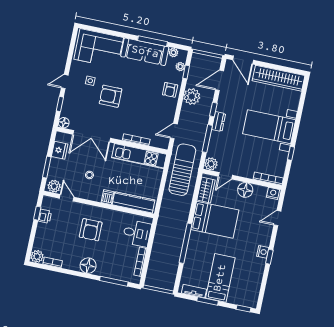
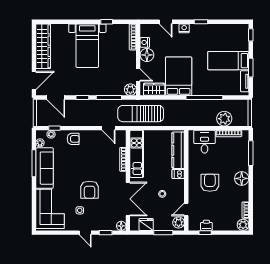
plant: (192, 97) -> (224, 119), moved
dresser: (219, 122) -> (92, 91), removed
nightstand: (273, 193) -> (145, 42), moved
armchair: (91, 230) -> (210, 183), turned -90
nightstand: (263, 252) -> (184, 28), moved

